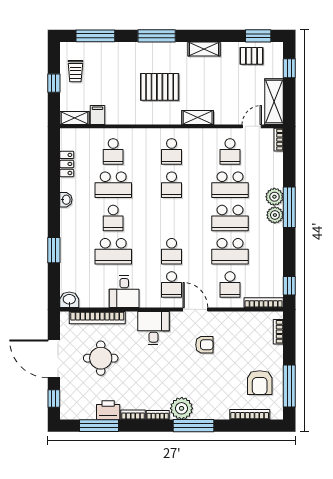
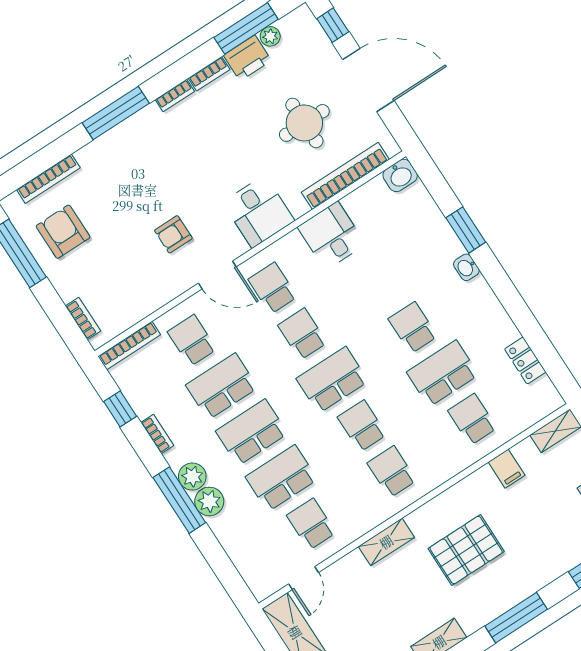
filing cabinet: (98, 115) -> (507, 469), moved
bookcase: (279, 140) -> (157, 434), moved
washbasin: (66, 200) -> (466, 267), moved
school desk: (113, 251) -> (332, 380), moved
window: (289, 286) -> (120, 409), moved
plant: (182, 408) -> (270, 36), moved, width x0.53, depth x0.53

